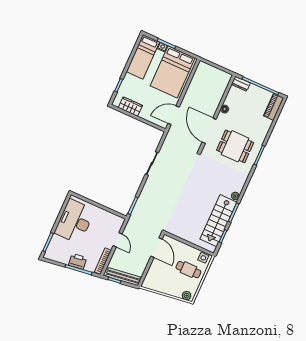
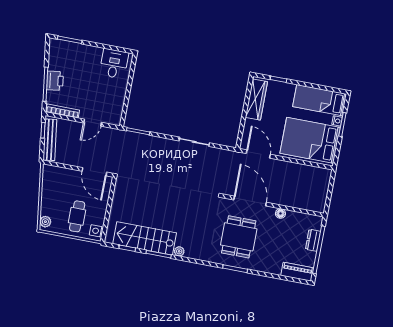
dresser: (241, 84) -> (313, 240), moved
wardrobe: (130, 107) -> (256, 99), width x1.50
door: (209, 131) -> (250, 201), hinge flipped
desk: (75, 221) -> (114, 64), width x0.53, depth x0.77
door: (157, 248) -> (94, 172), hinge flipped

